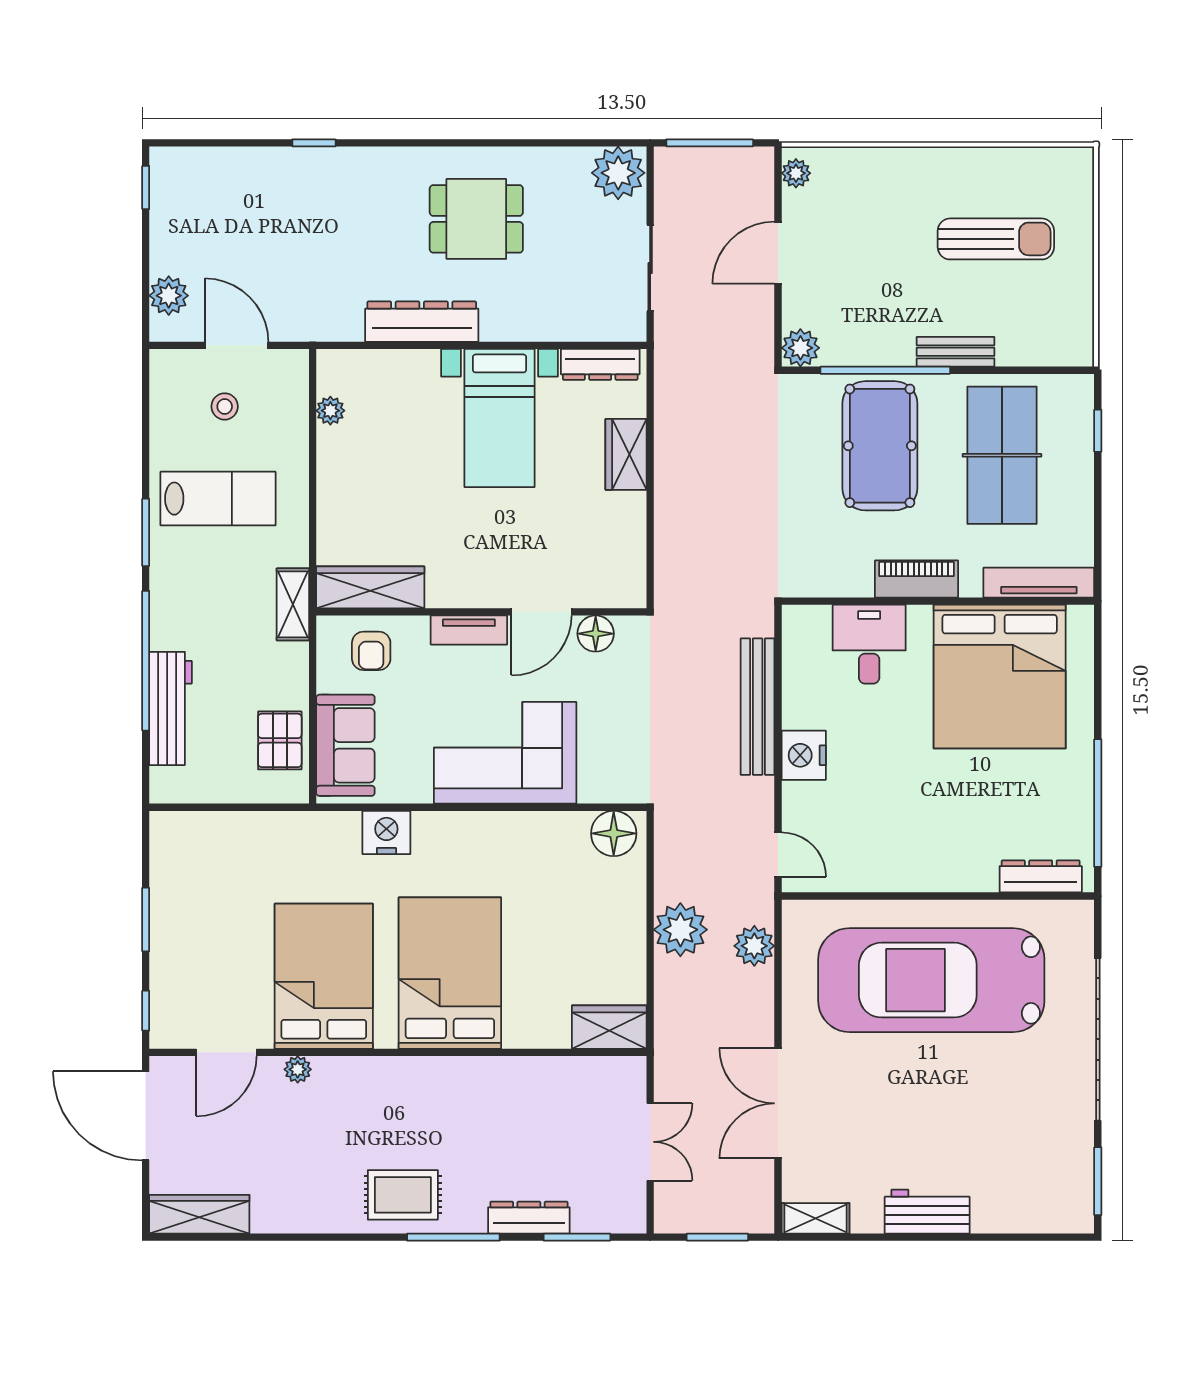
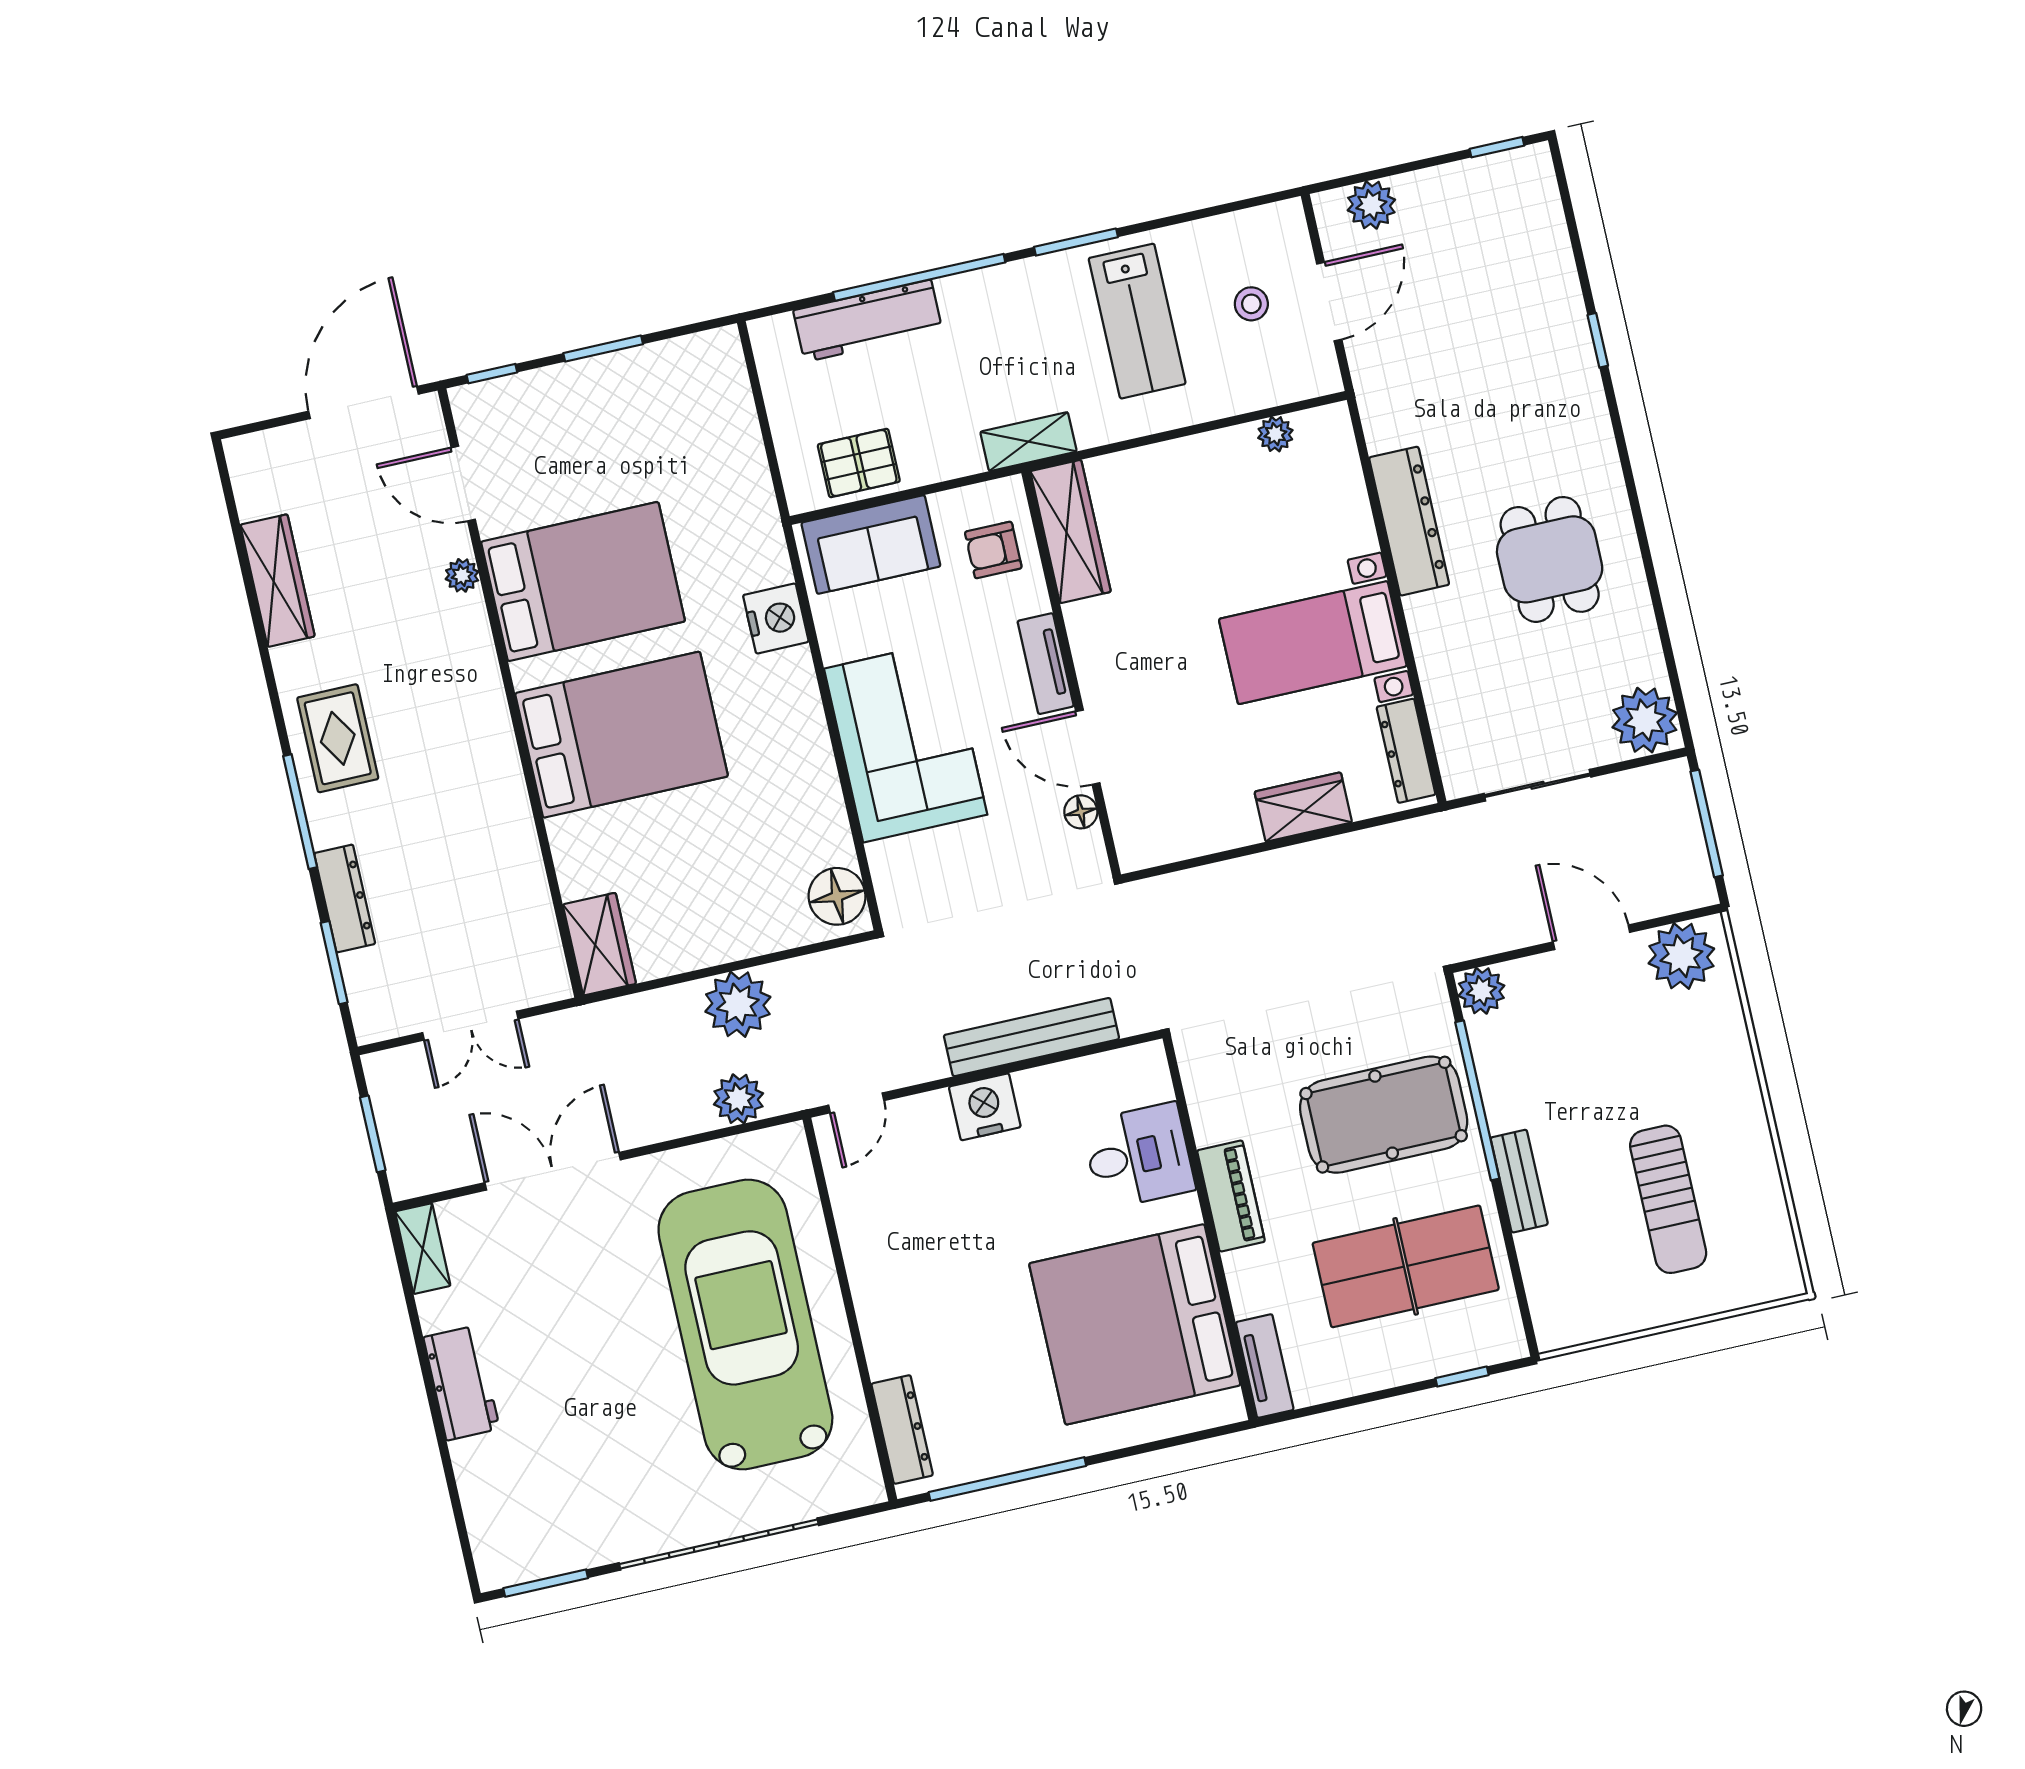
plant: (796, 173) -> (1681, 956), width x1.88, depth x1.88
tv unit: (1039, 583) -> (1265, 1366), width x0.71
floor lamp: (596, 634) -> (1081, 812), width x0.73, depth x0.73
wardrobe: (199, 1214) -> (277, 581), moved

